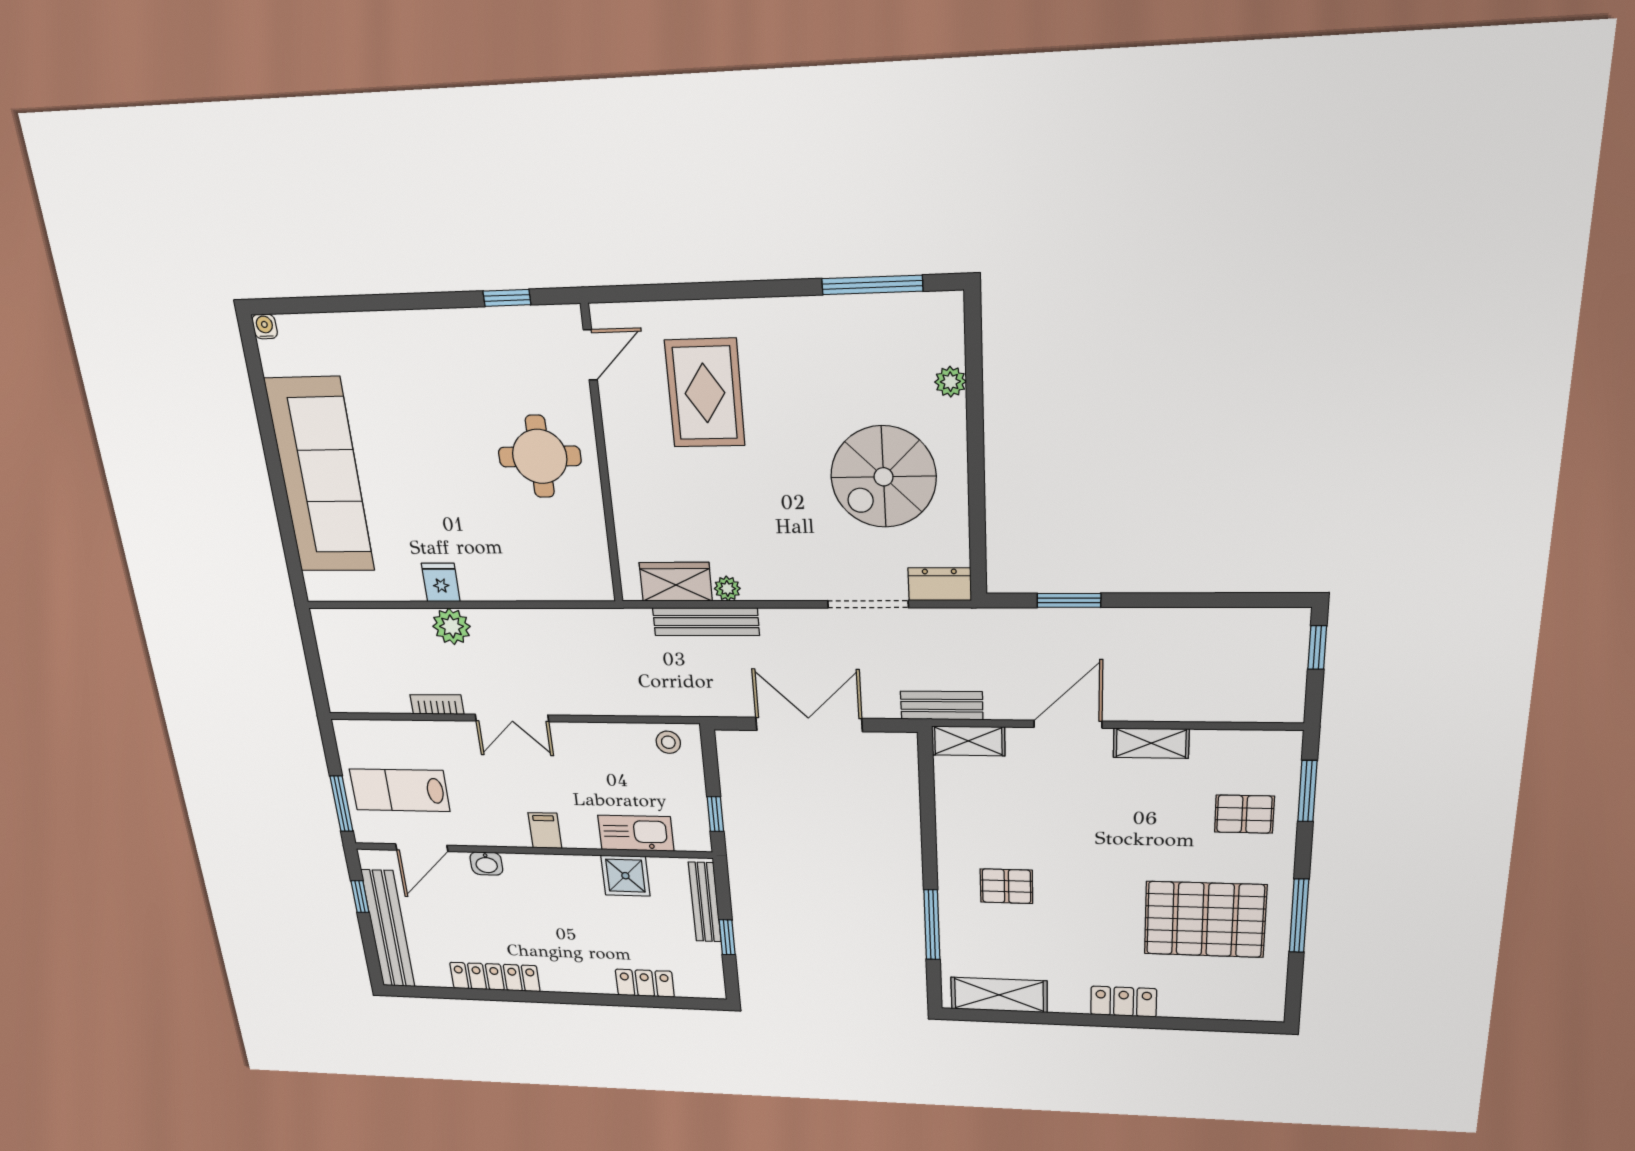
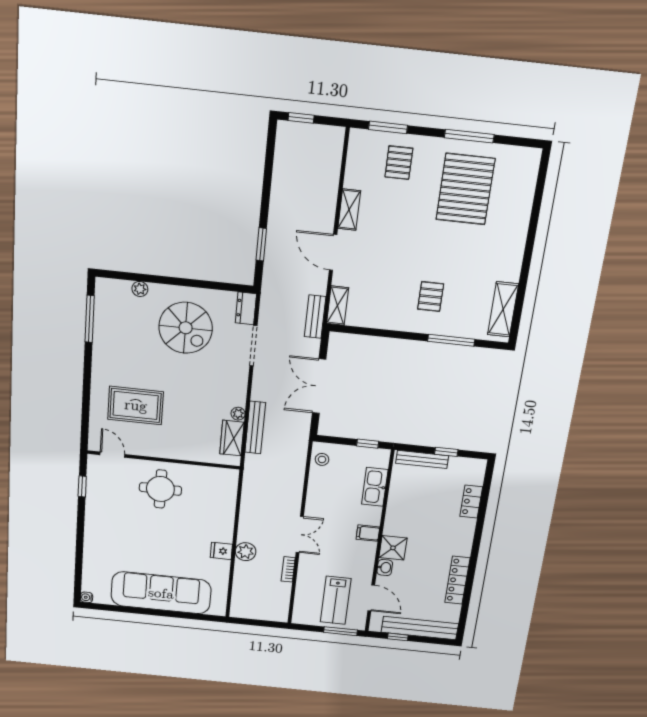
shower: (625, 876) -> (393, 548), moved
locker: (1124, 1002) -> (516, 240), removed

